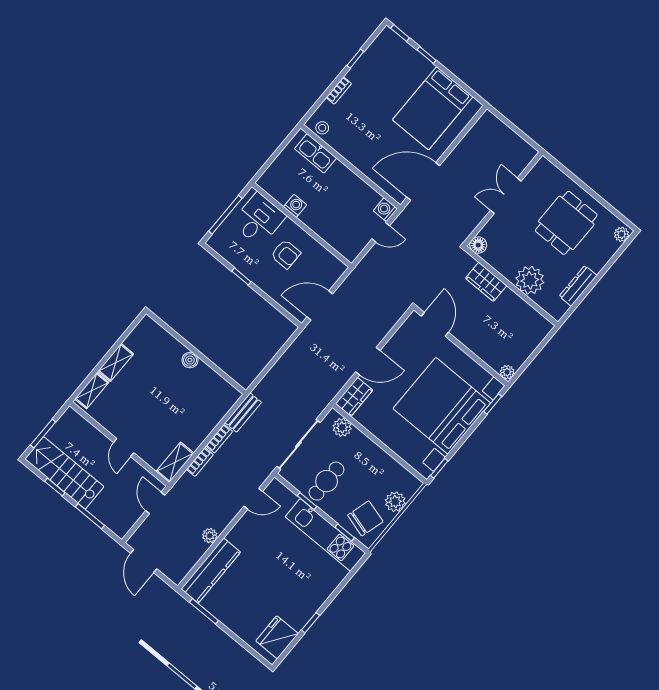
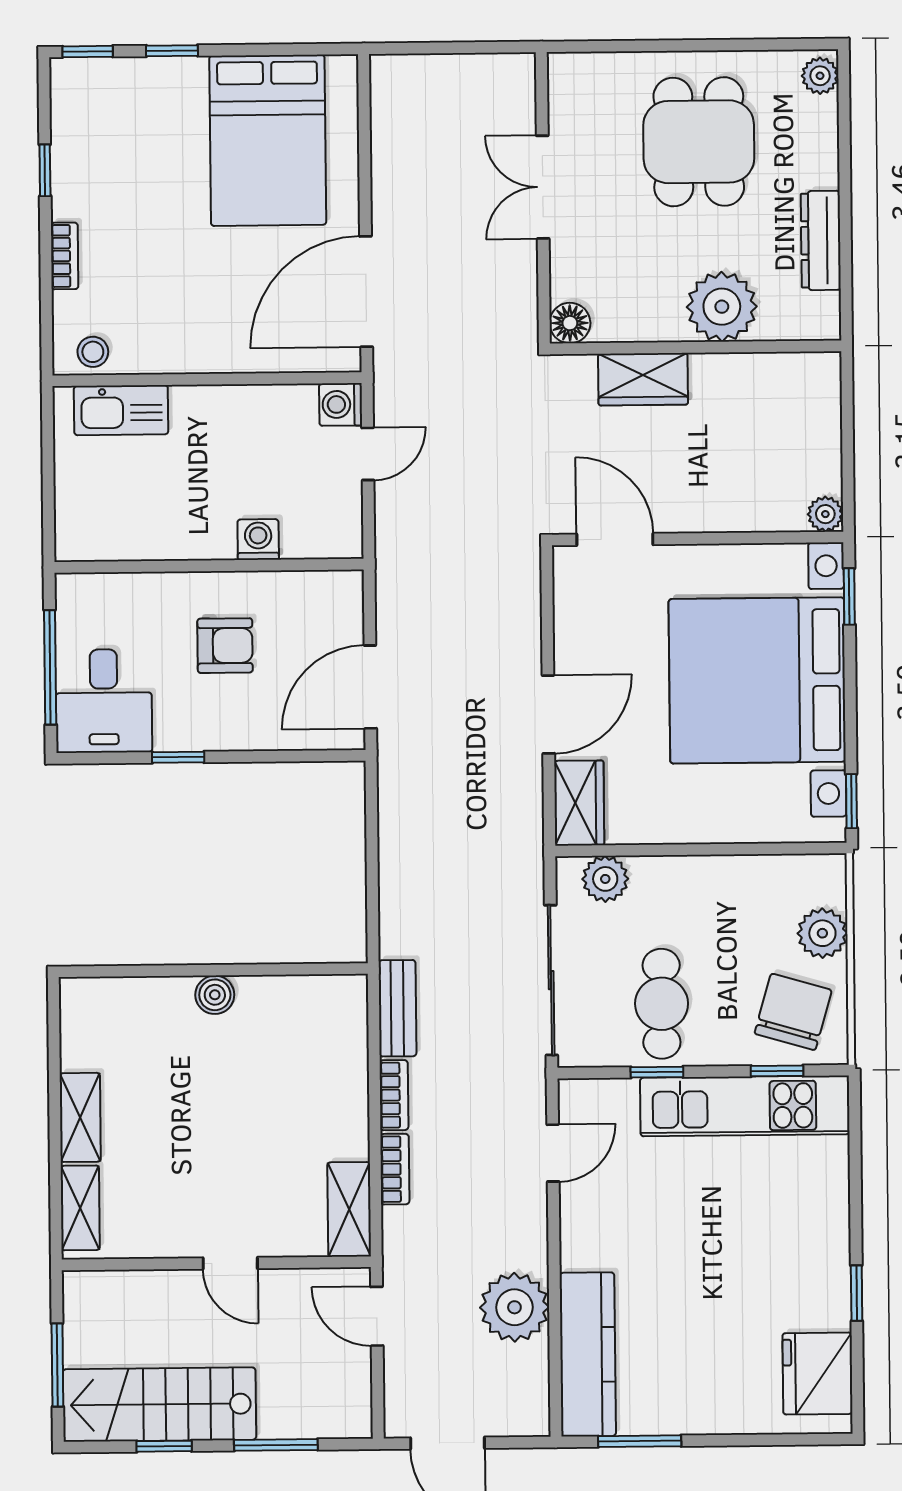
washing machine: (295, 206) -> (258, 540), moved
desk: (259, 220) -> (104, 701), moved, turned 180
plant: (210, 536) -> (514, 1307), width x1.88, depth x1.88

